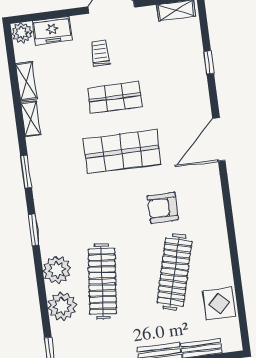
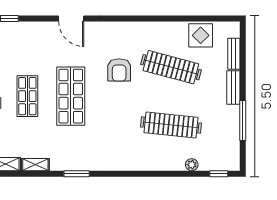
door: (219, 140) -> (71, 18), width x0.73
window: (34, 230) -> (123, 174), removed
plant: (57, 270) -> (157, 160), removed
plant: (62, 306) -> (192, 165), width x0.53, depth x0.53

